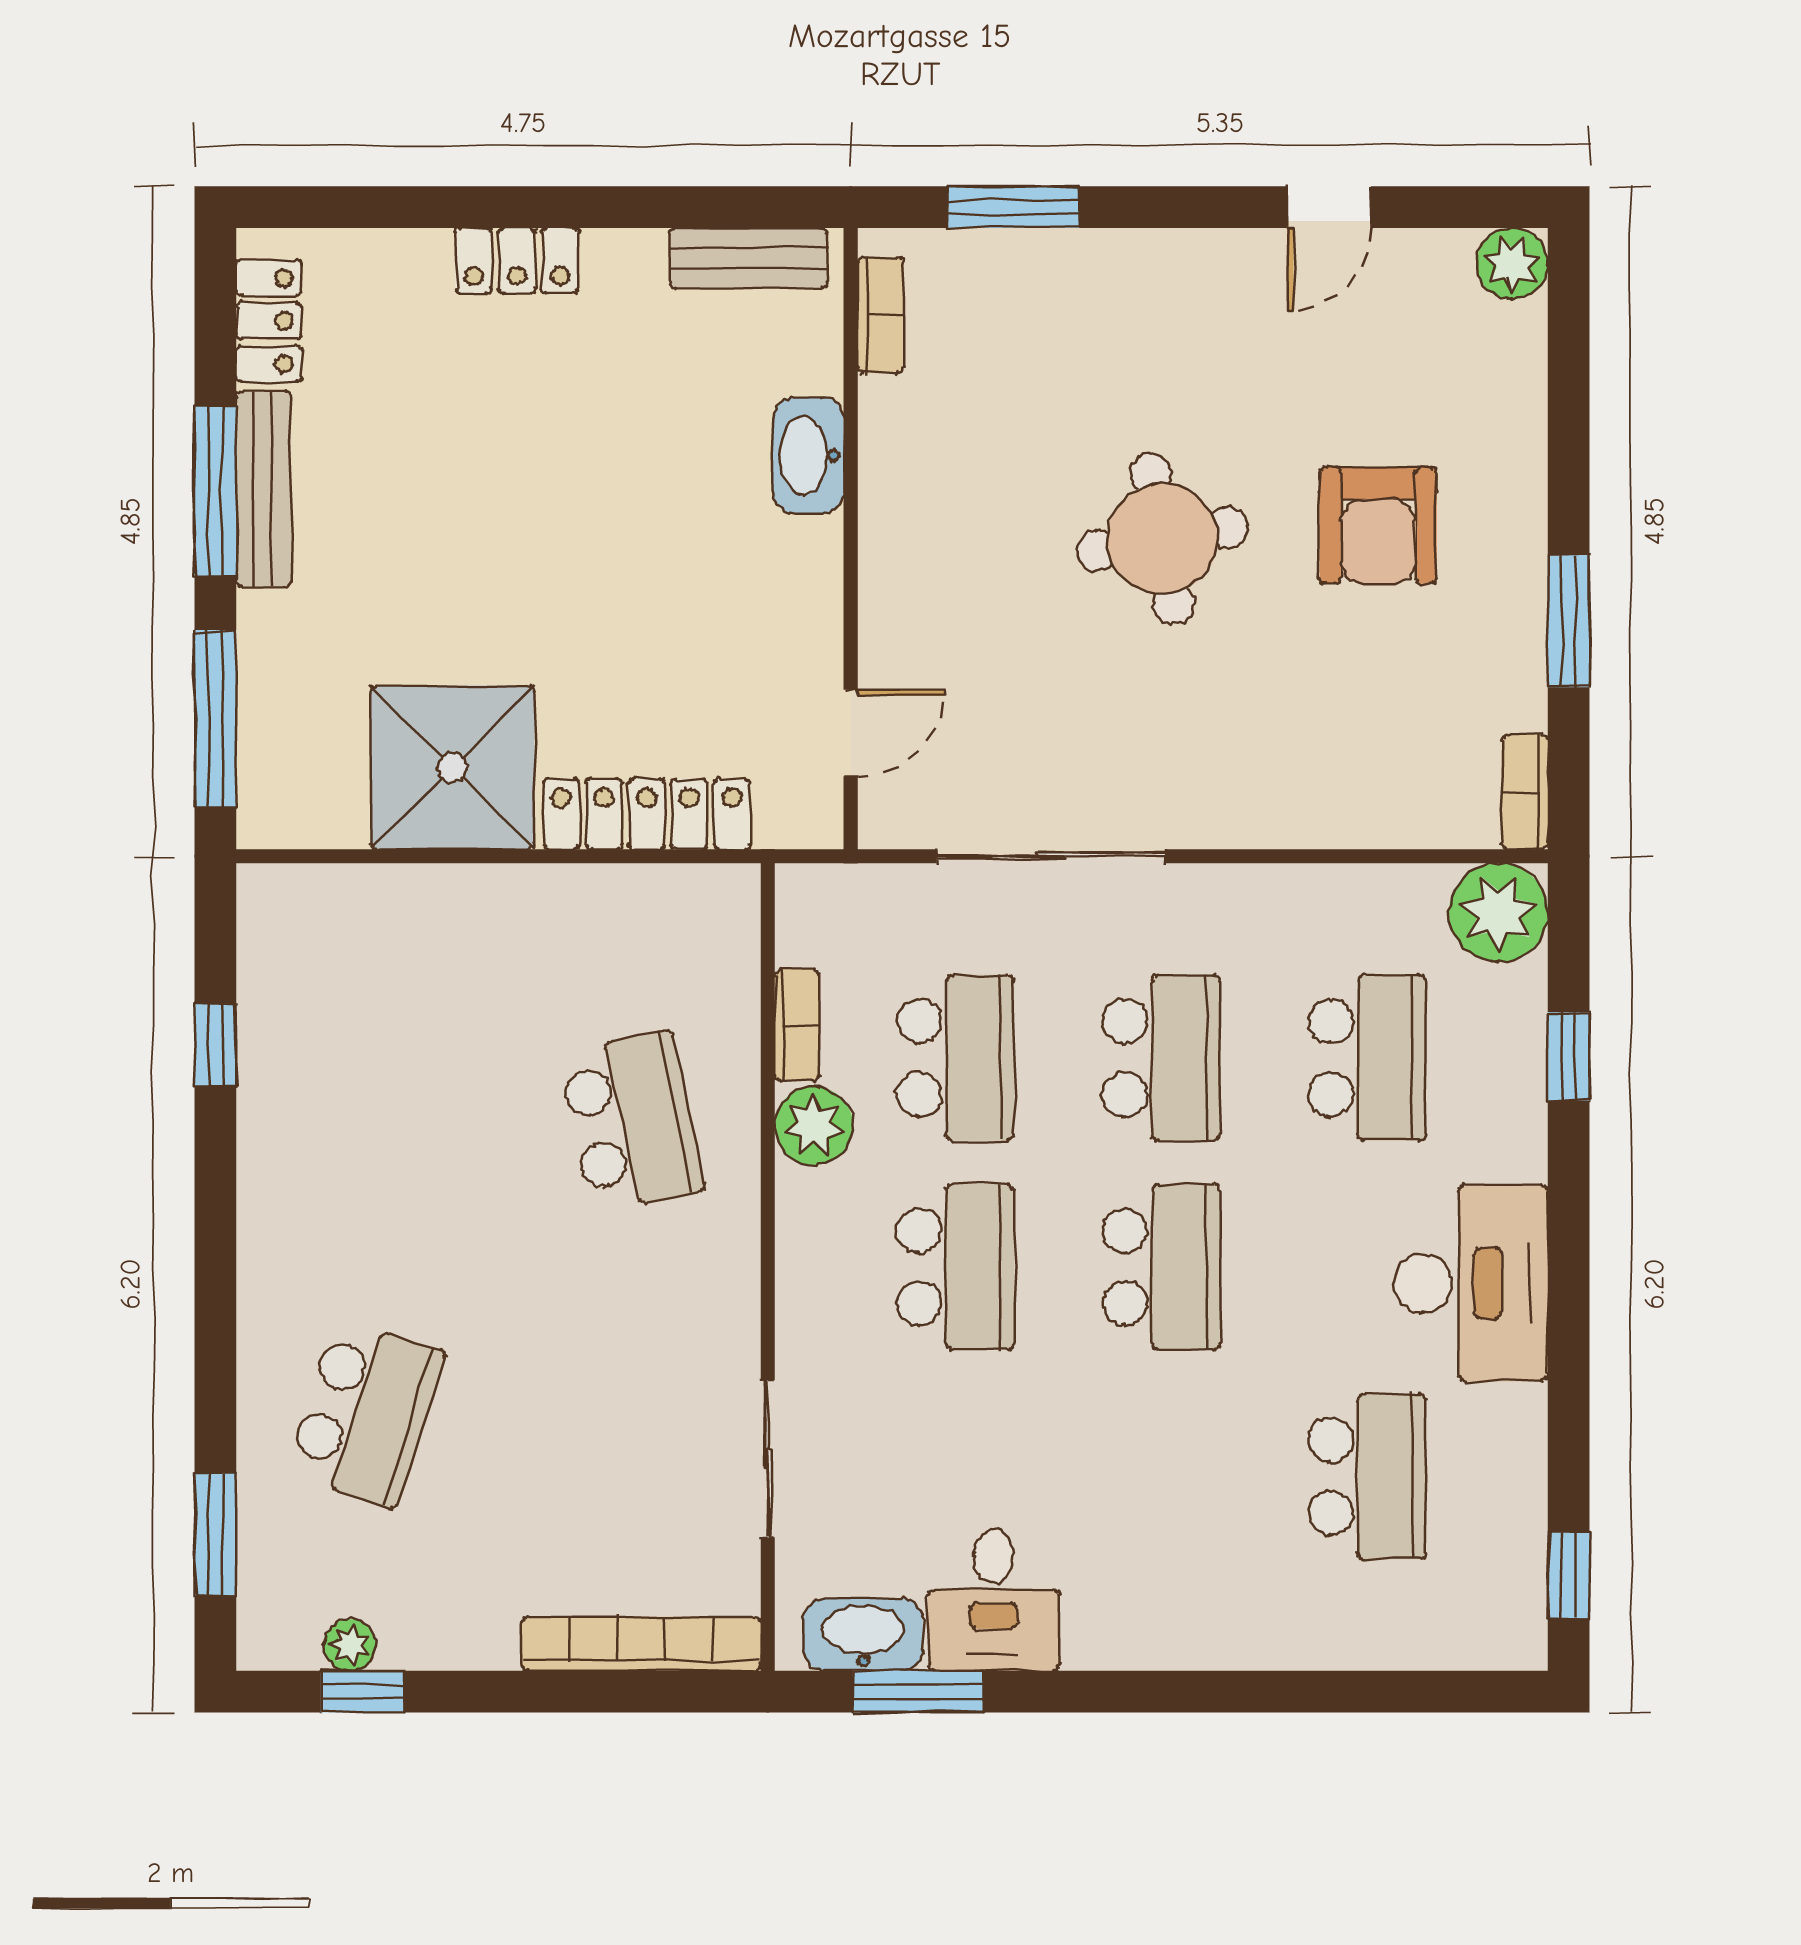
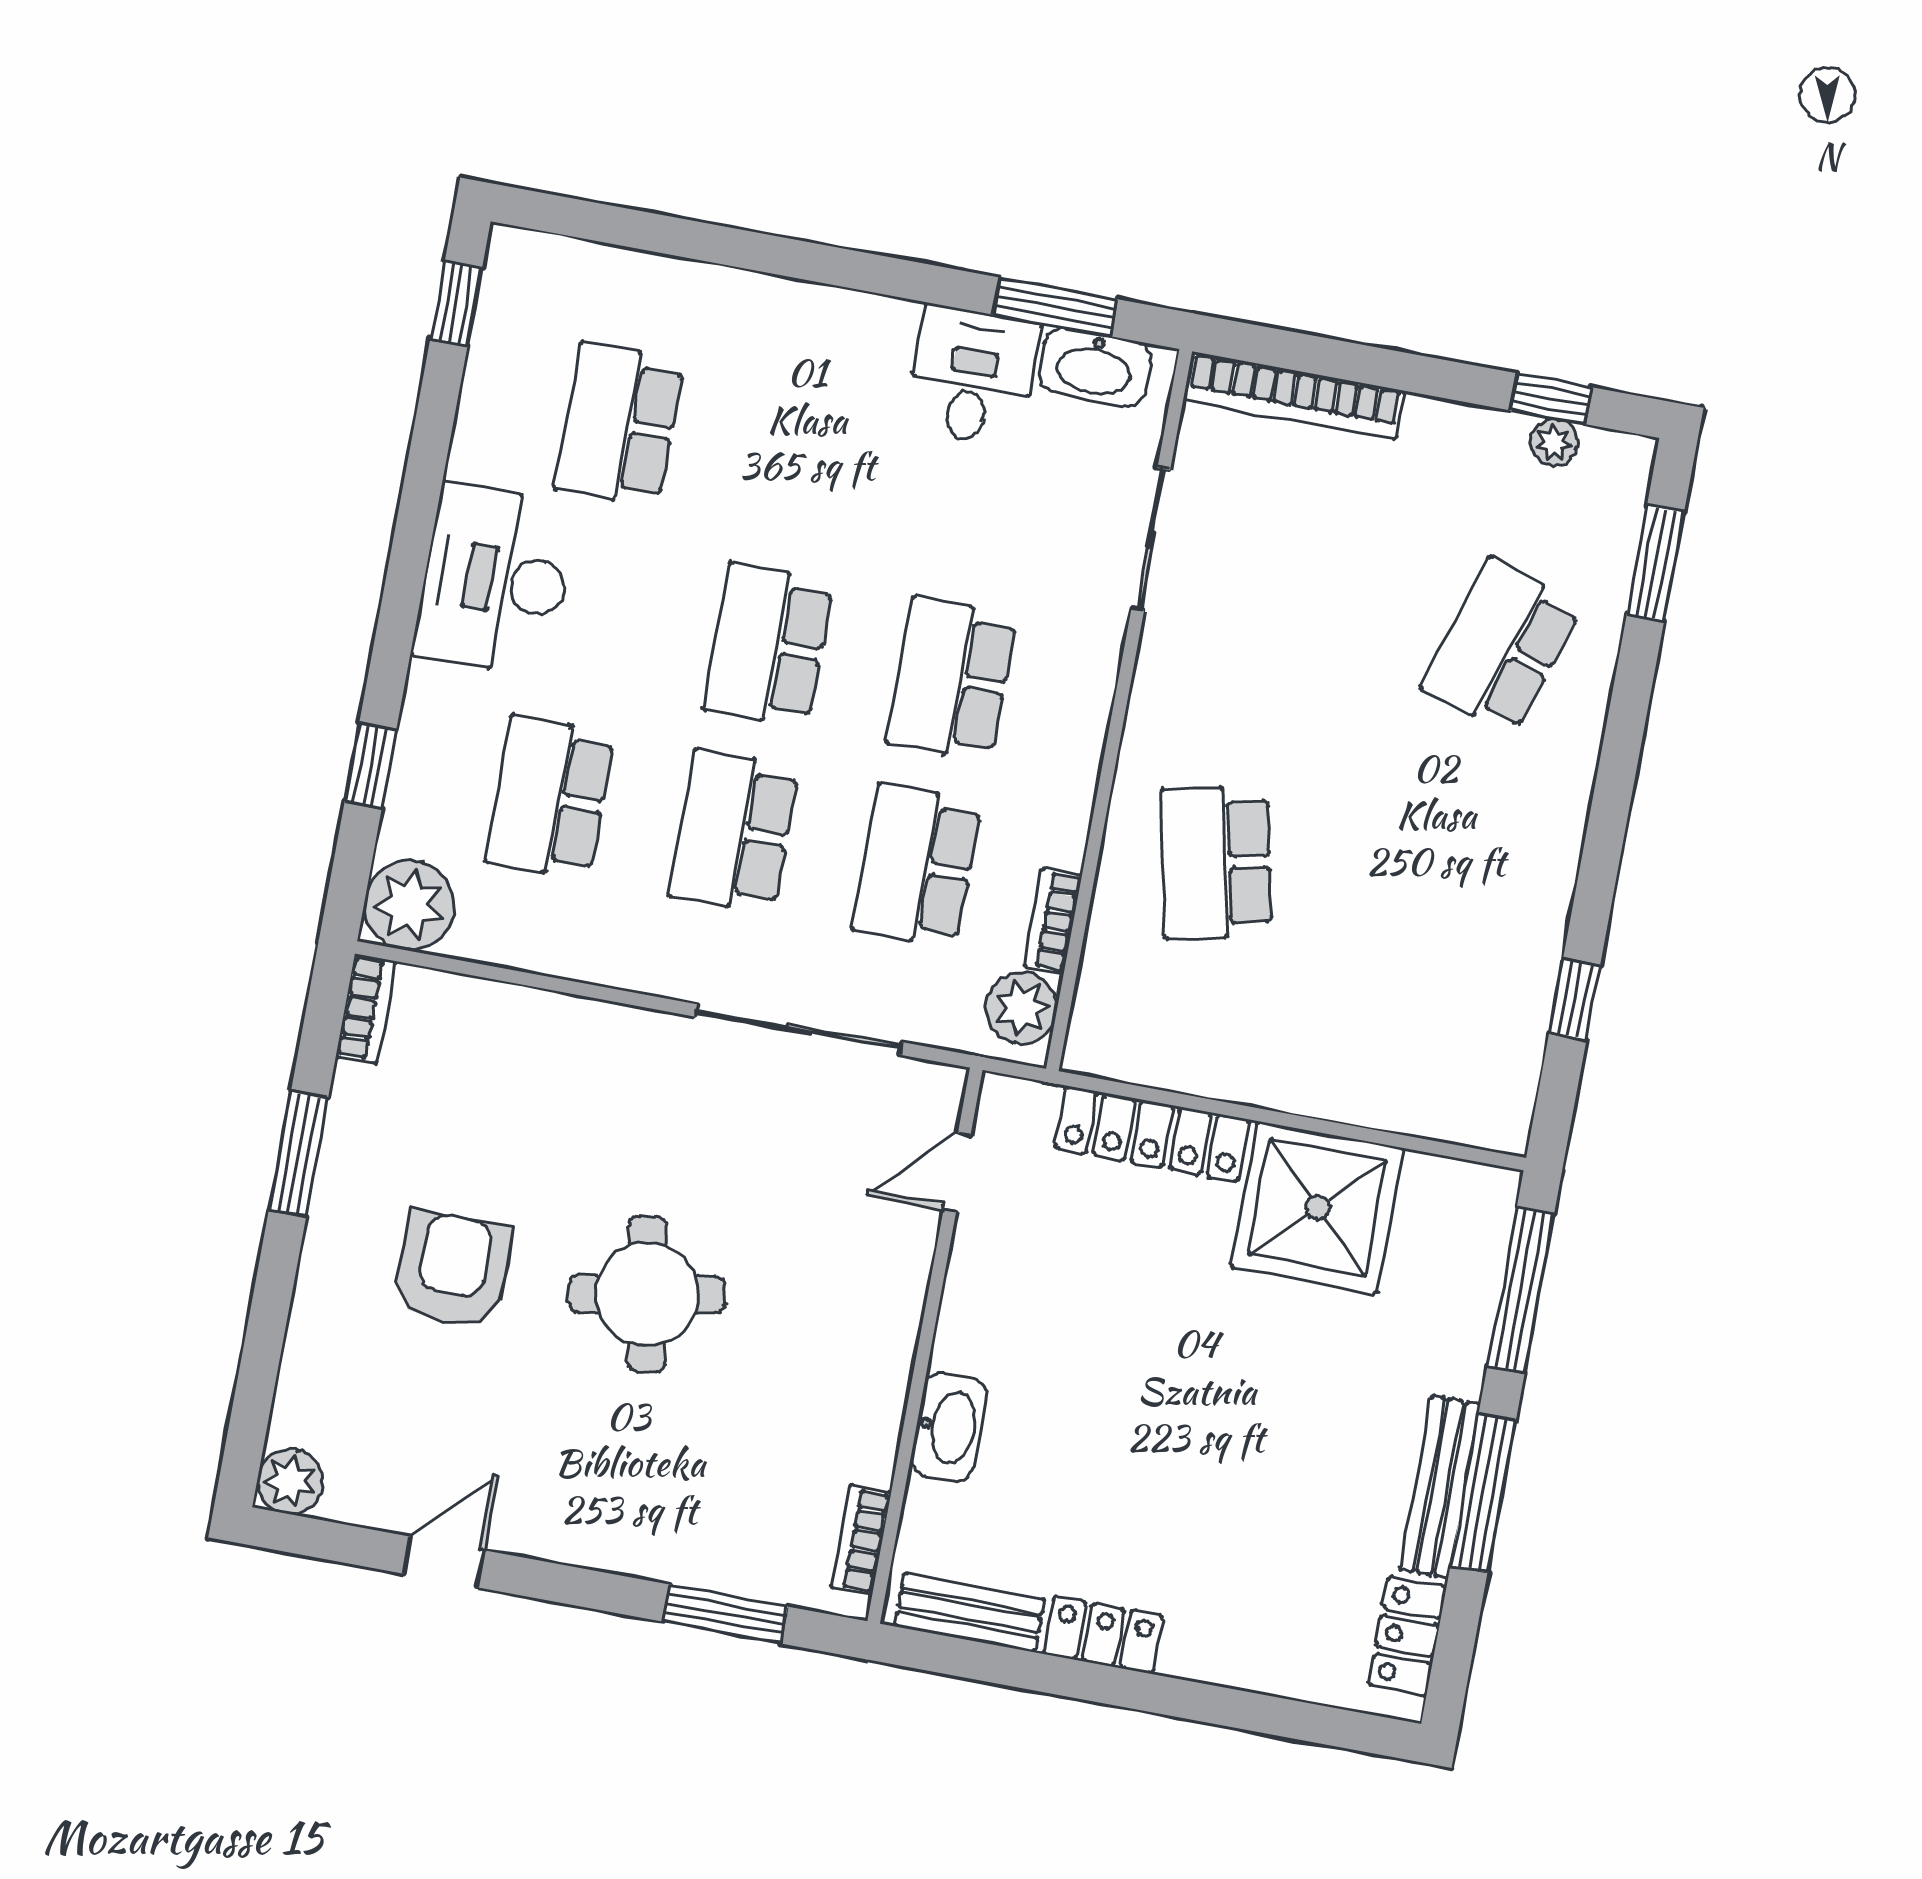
locker: (517, 261) -> (1103, 1635), moved
plant: (814, 1126) -> (1021, 1008), moved

